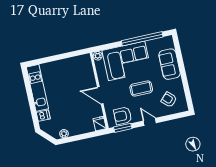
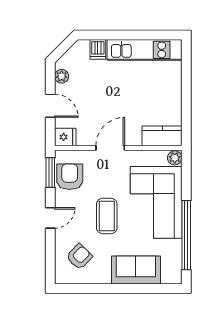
kitchen counter: (86, 66) -> (162, 136), added
door: (83, 137) -> (50, 106), added

